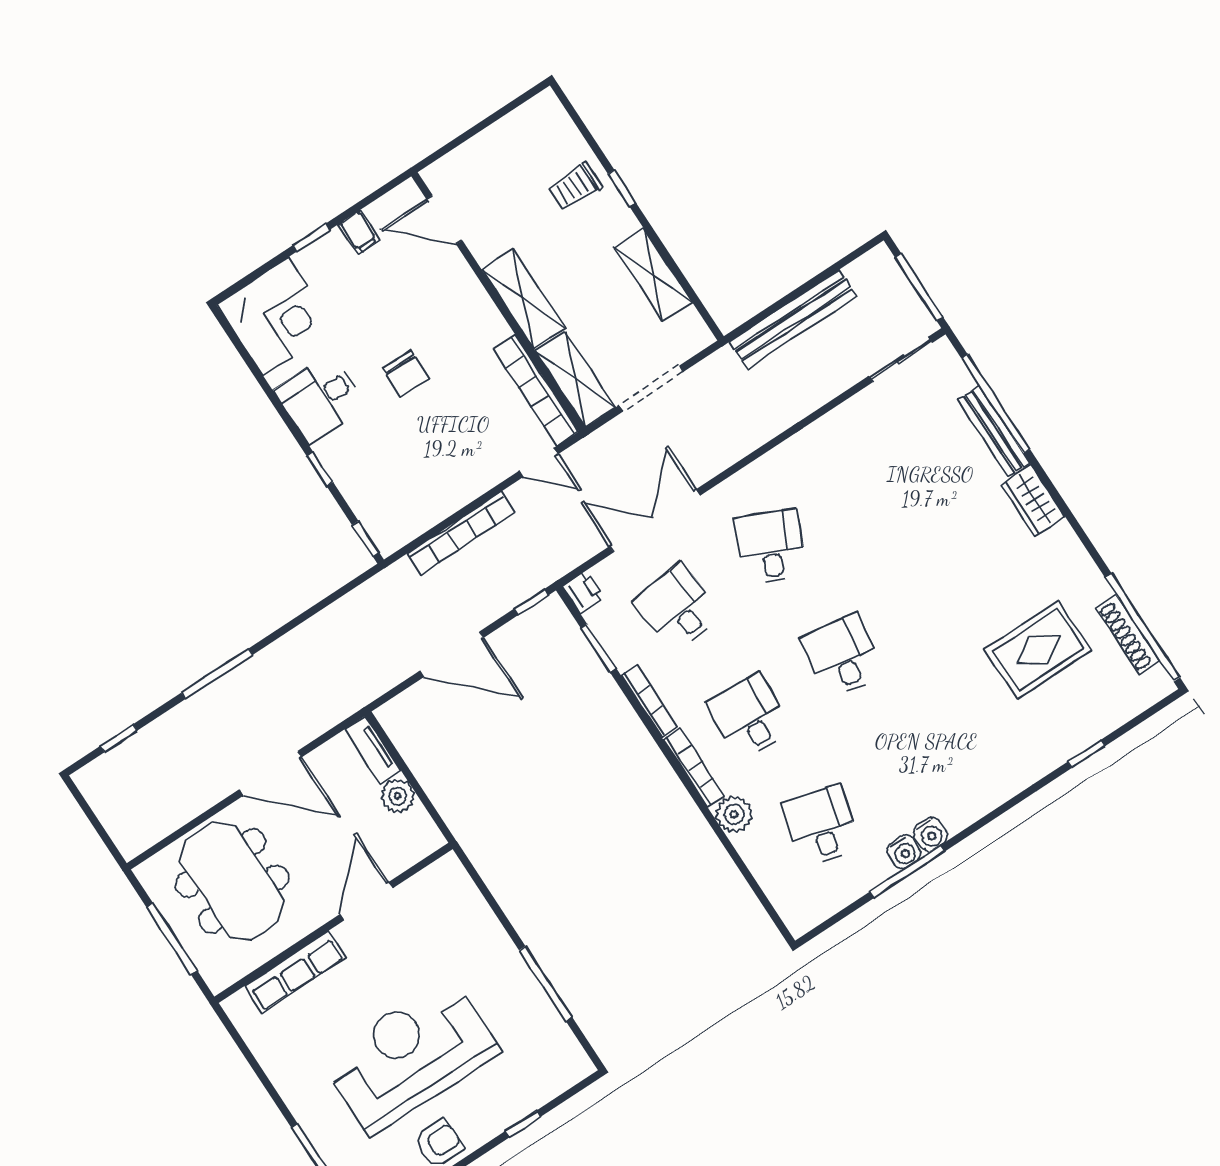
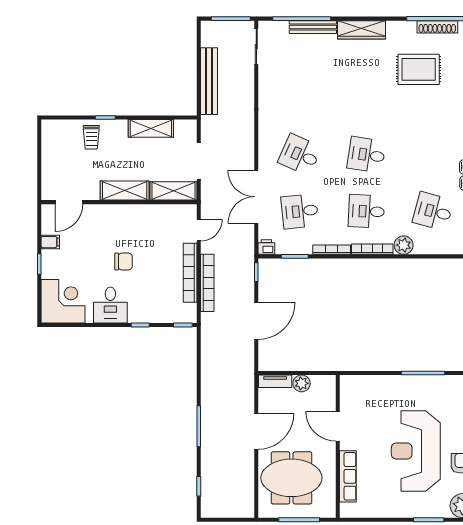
bookcase: (536, 390) -> (190, 273), moved, turned 90
wardrobe: (1033, 501) -> (362, 30), width x1.50
rug: (1038, 650) -> (419, 69), turned 90

